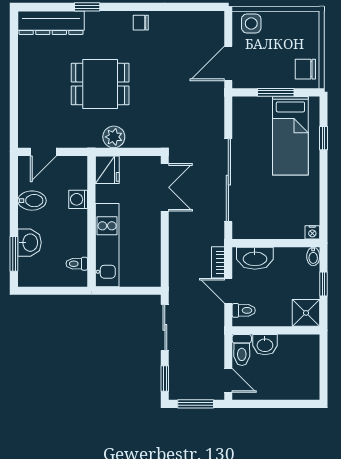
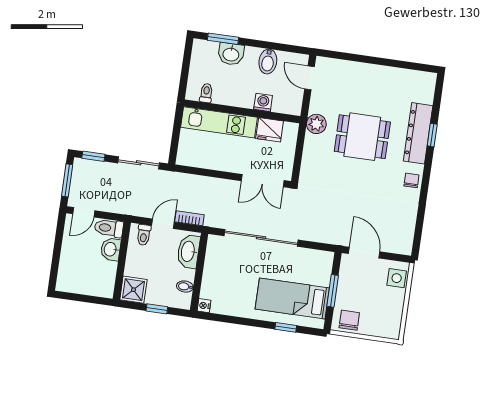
dresser: (51, 23) -> (418, 133), moved
dining table: (100, 84) -> (362, 137), turned 90
plant: (114, 137) -> (316, 124), moved
fridge: (107, 170) -> (270, 130), moved
bidet: (313, 256) -> (185, 287), moved

